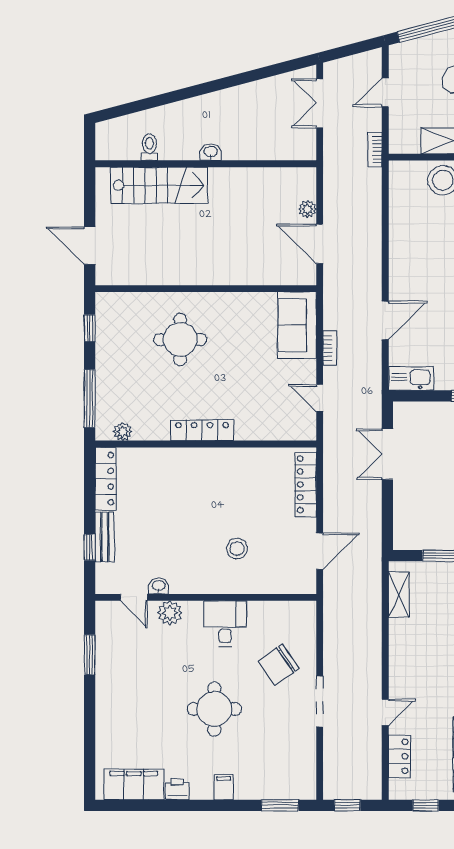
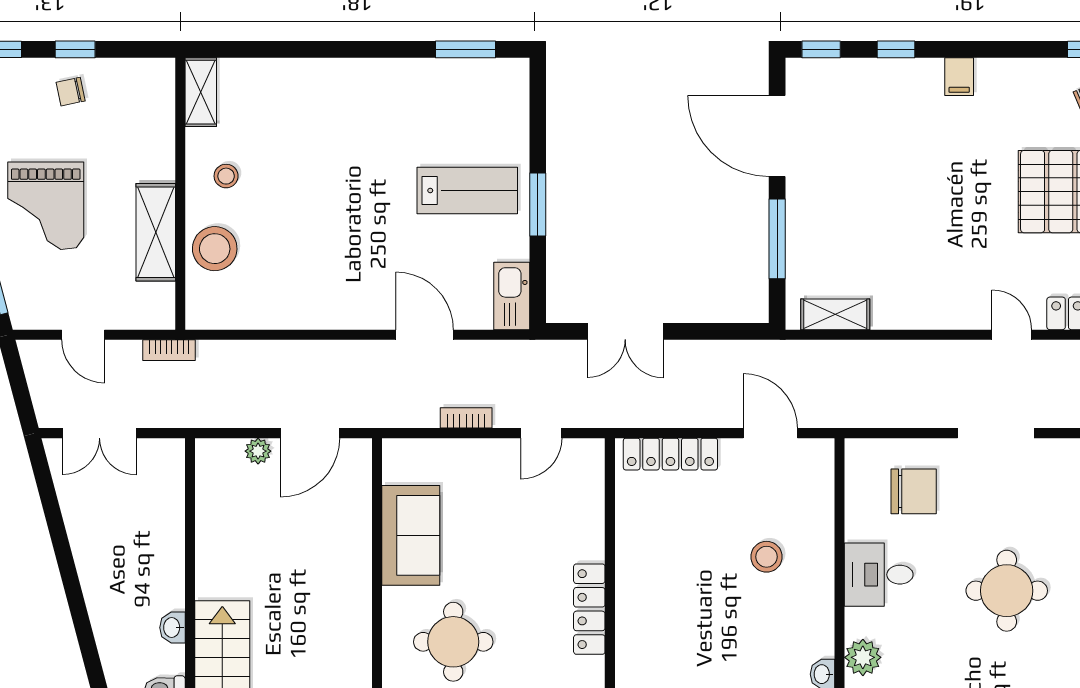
washbasin: (211, 152) -> (172, 628), moved
sofa: (297, 325) -> (411, 535), moved, turned -90
chair: (279, 665) -> (914, 491), moved, turned -55

